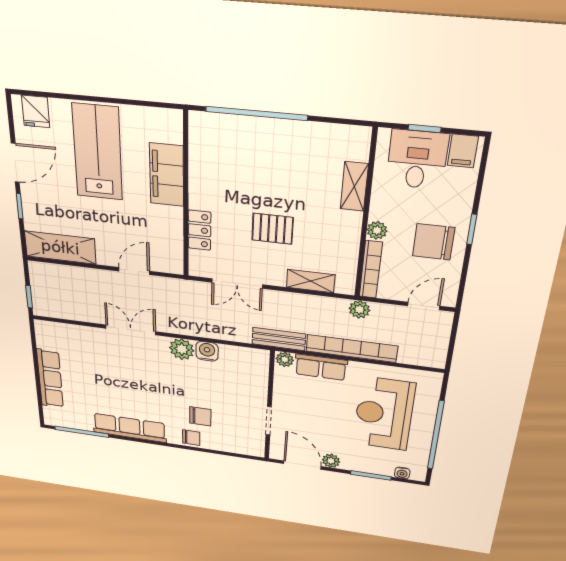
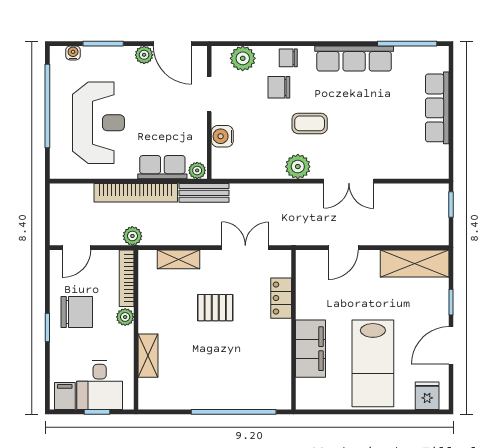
water cooler: (207, 351) -> (222, 136), moved, turned 90
coffee table: (170, 383) -> (310, 123), added
plant: (235, 444) -> (243, 58), added

